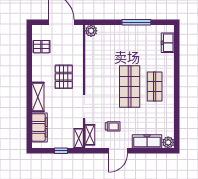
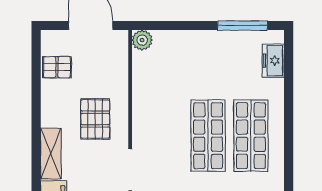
window: (136, 22) -> (243, 26), moved
shop shelf: (155, 87) -> (251, 136), width x1.43, depth x1.36

